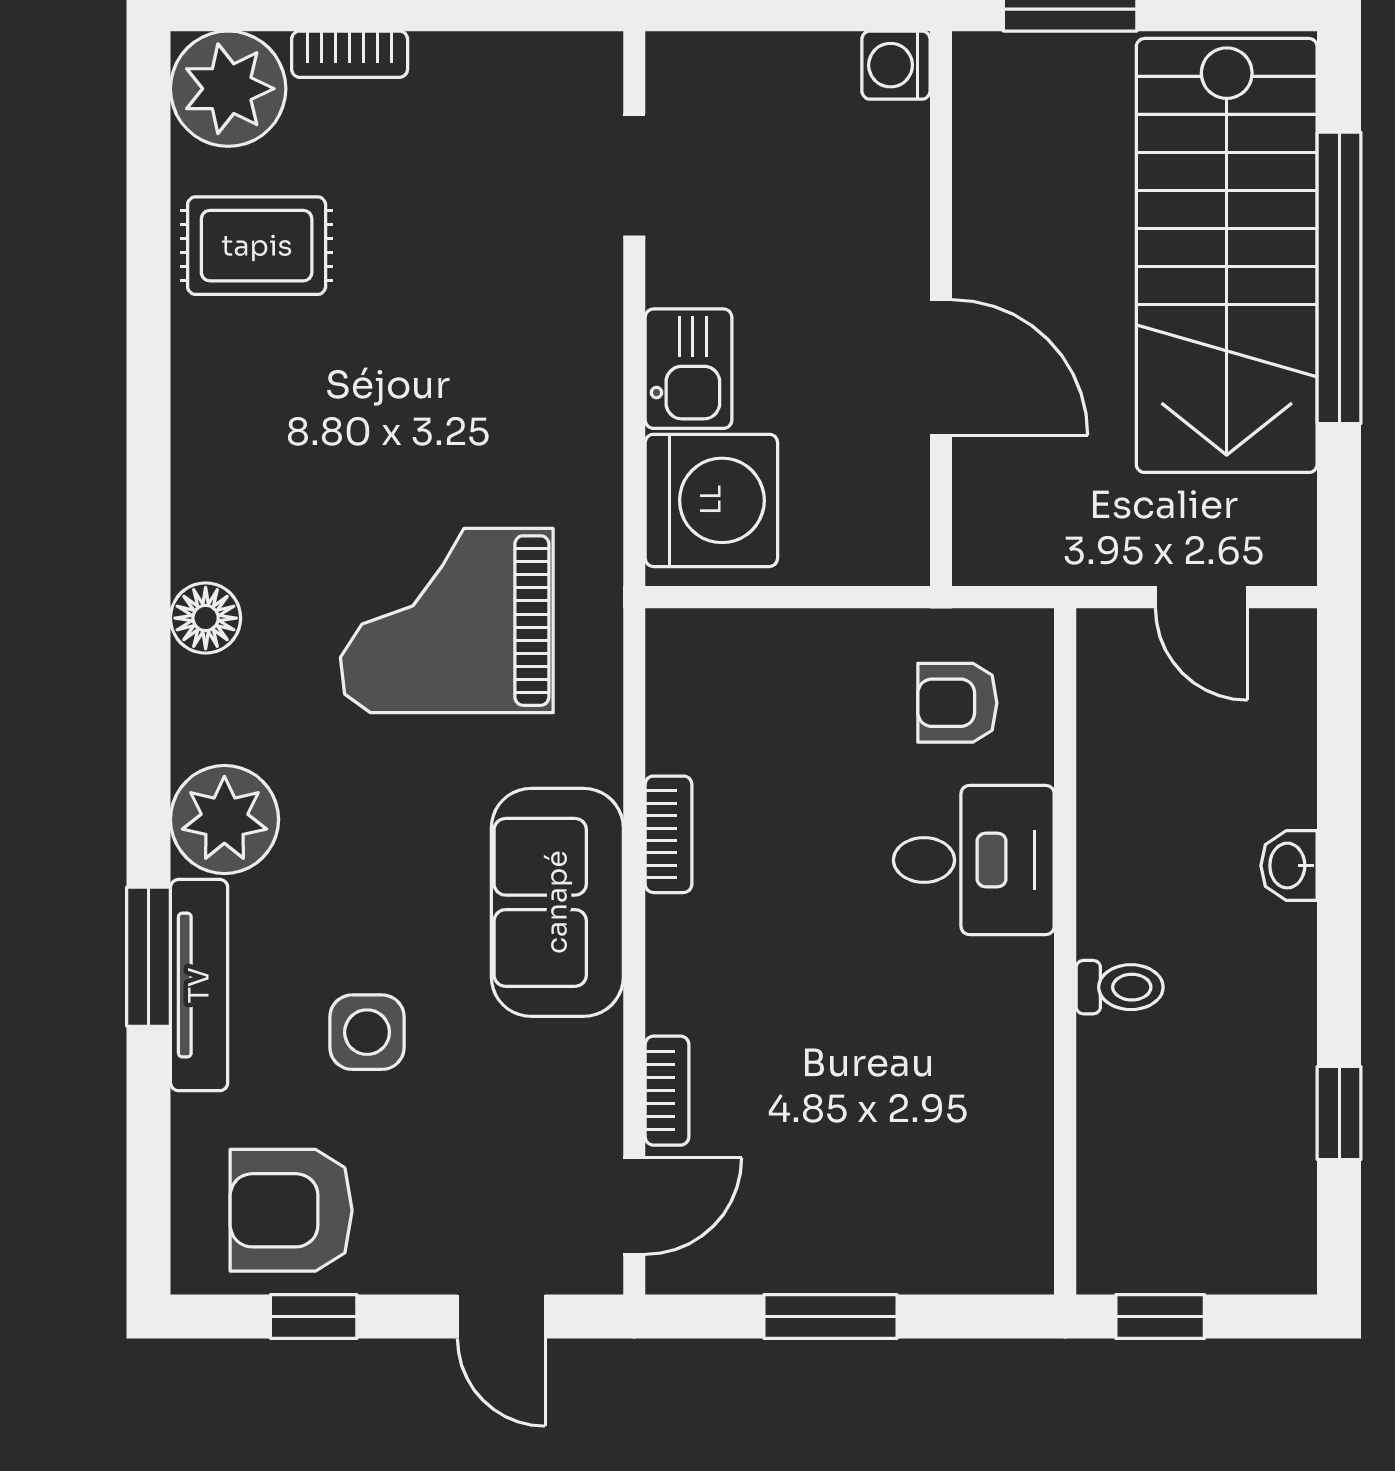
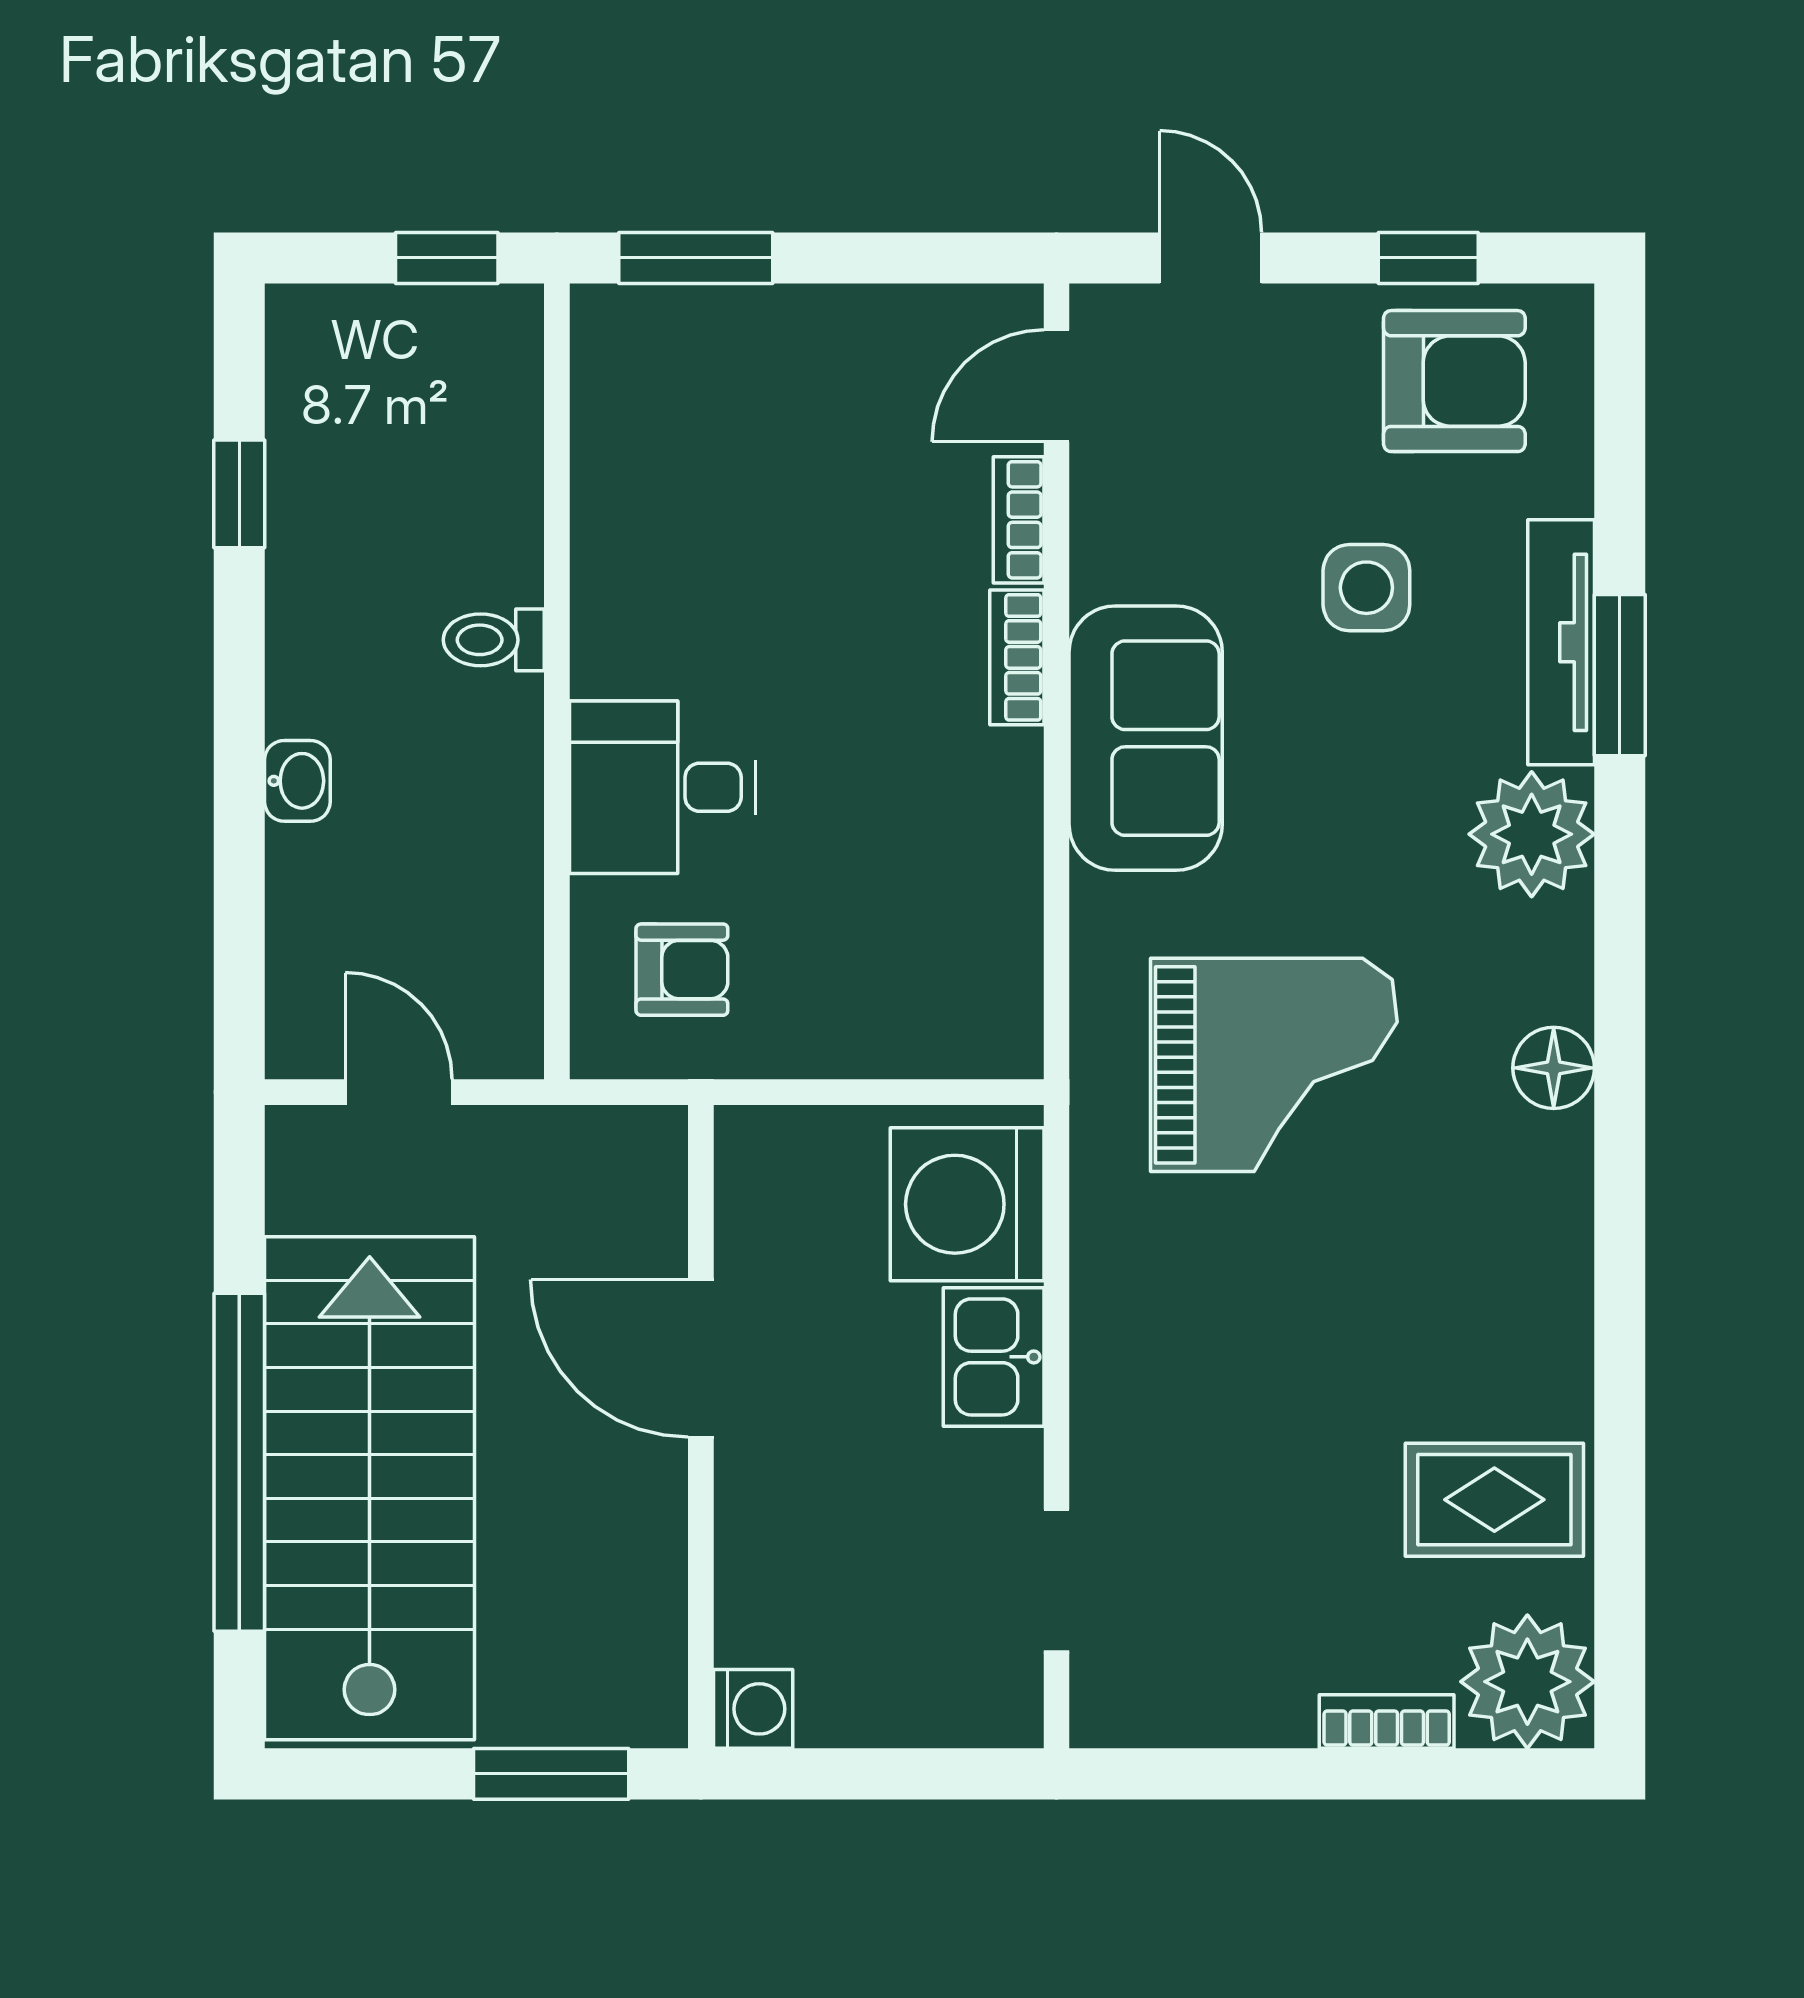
bookcase: (669, 834) -> (1017, 657), moved
window: (830, 1316) -> (696, 258), moved

